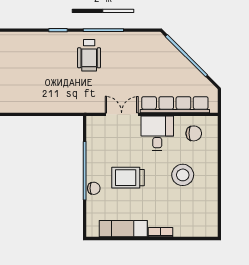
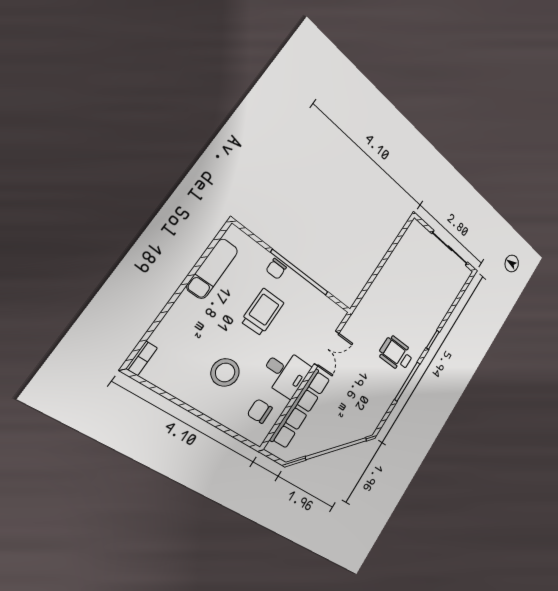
chair: (194, 133) -> (260, 411), turned 90
bookcase: (161, 232) -> (142, 358), moved

